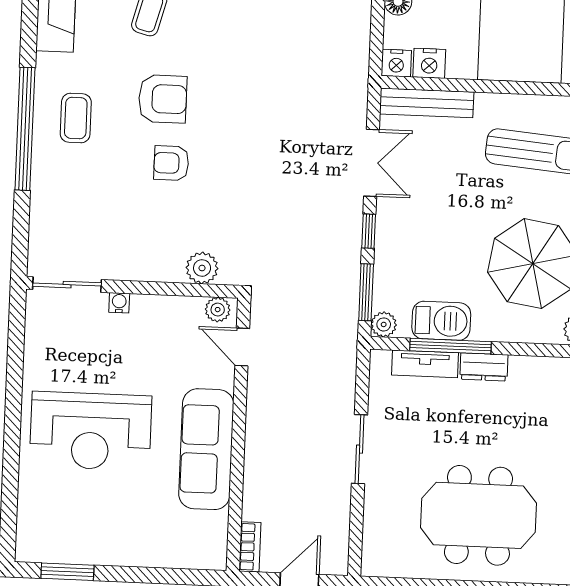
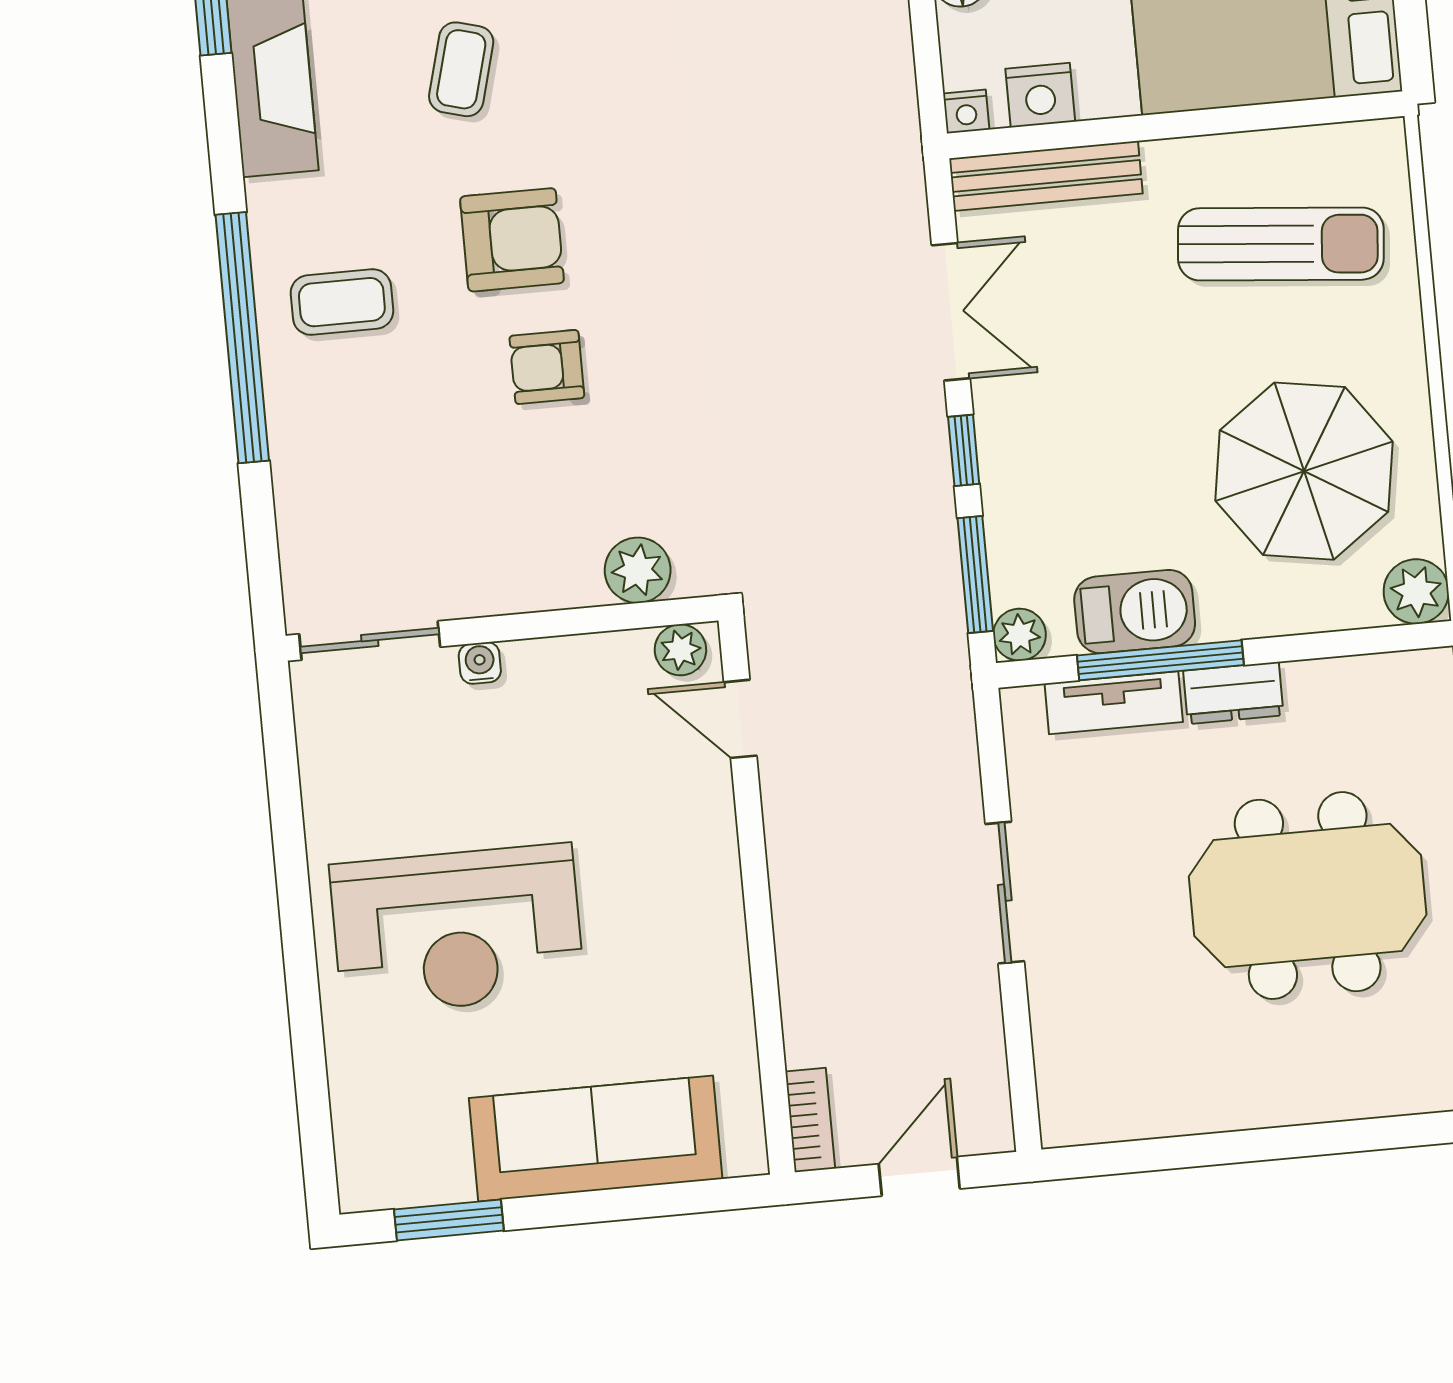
nightstand: (396, 63) -> (966, 112), width x0.72, depth x0.74
coffee table: (76, 118) -> (342, 302), turned 90
sofa: (206, 449) -> (596, 1139), moved, turned 90
meeting table: (478, 515) -> (1308, 896), moved

